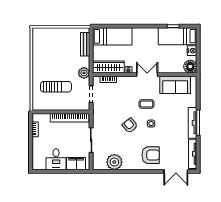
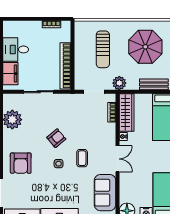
parasol: (54, 51) -> (145, 47), added

